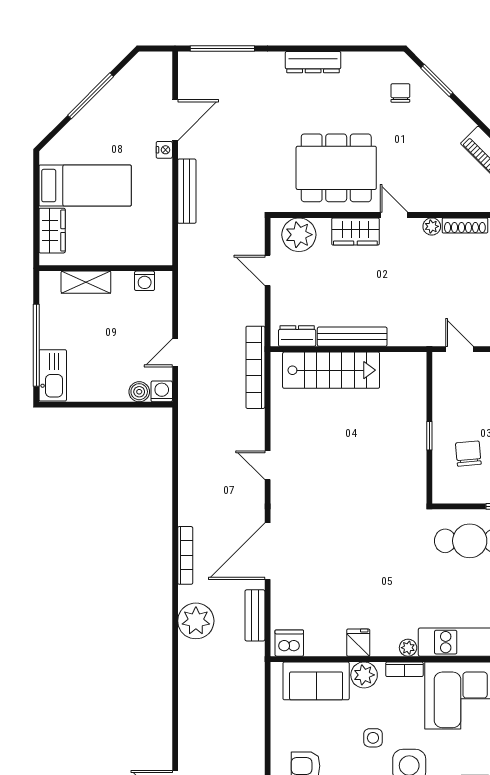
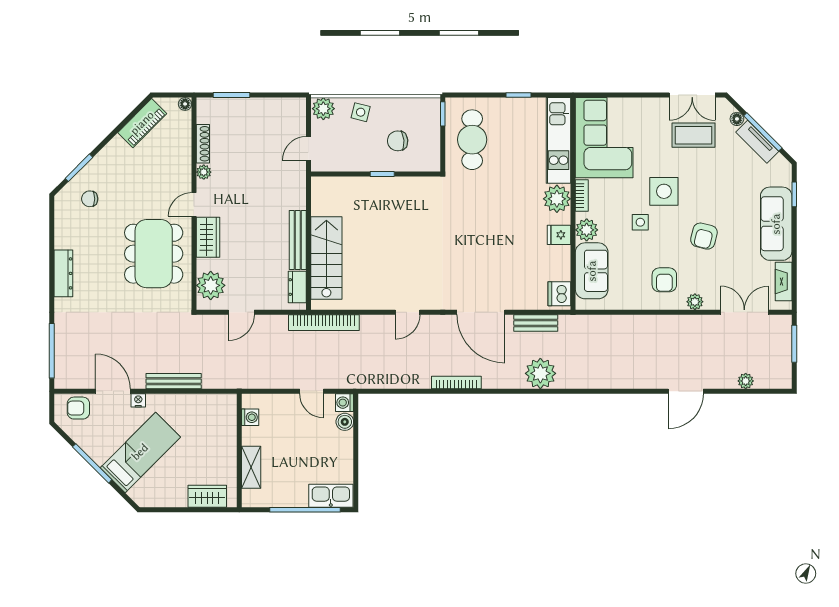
armchair: (155, 80) -> (78, 408), added
bed: (85, 186) -> (140, 452), moved, turned 45
bookcase: (185, 555) -> (456, 383), moved
plant: (408, 648) -> (557, 199), width x1.88, depth x1.88

